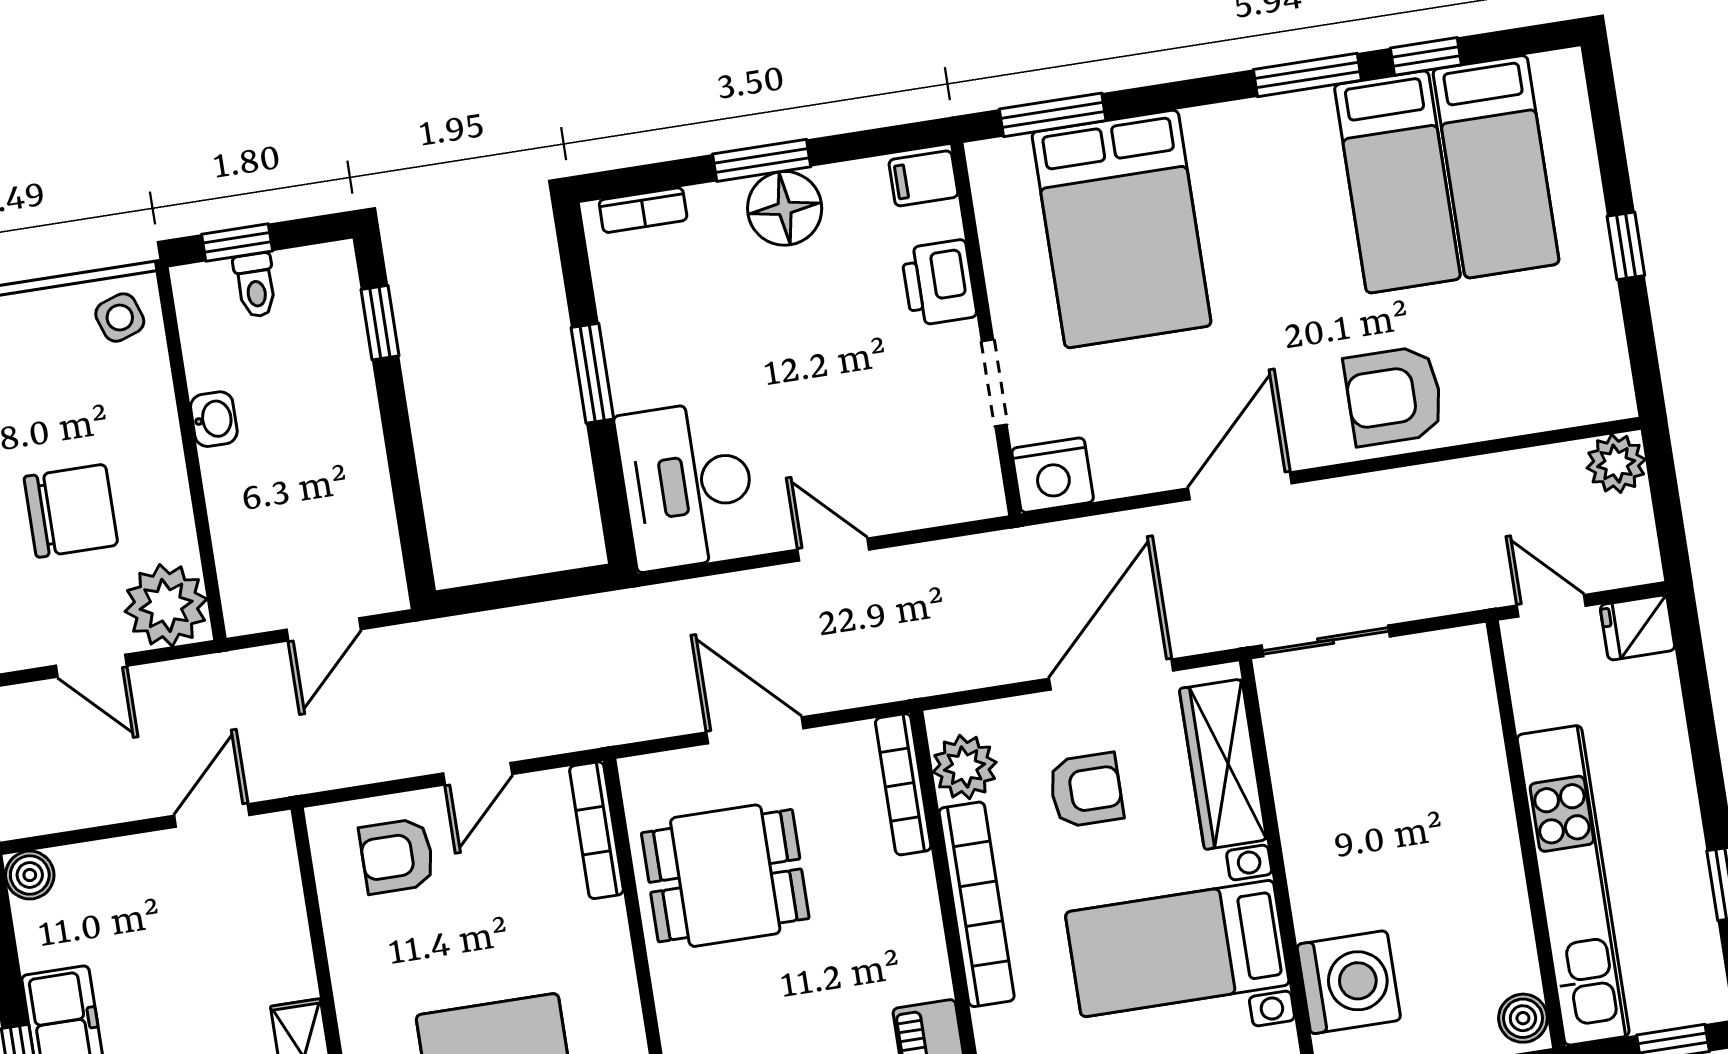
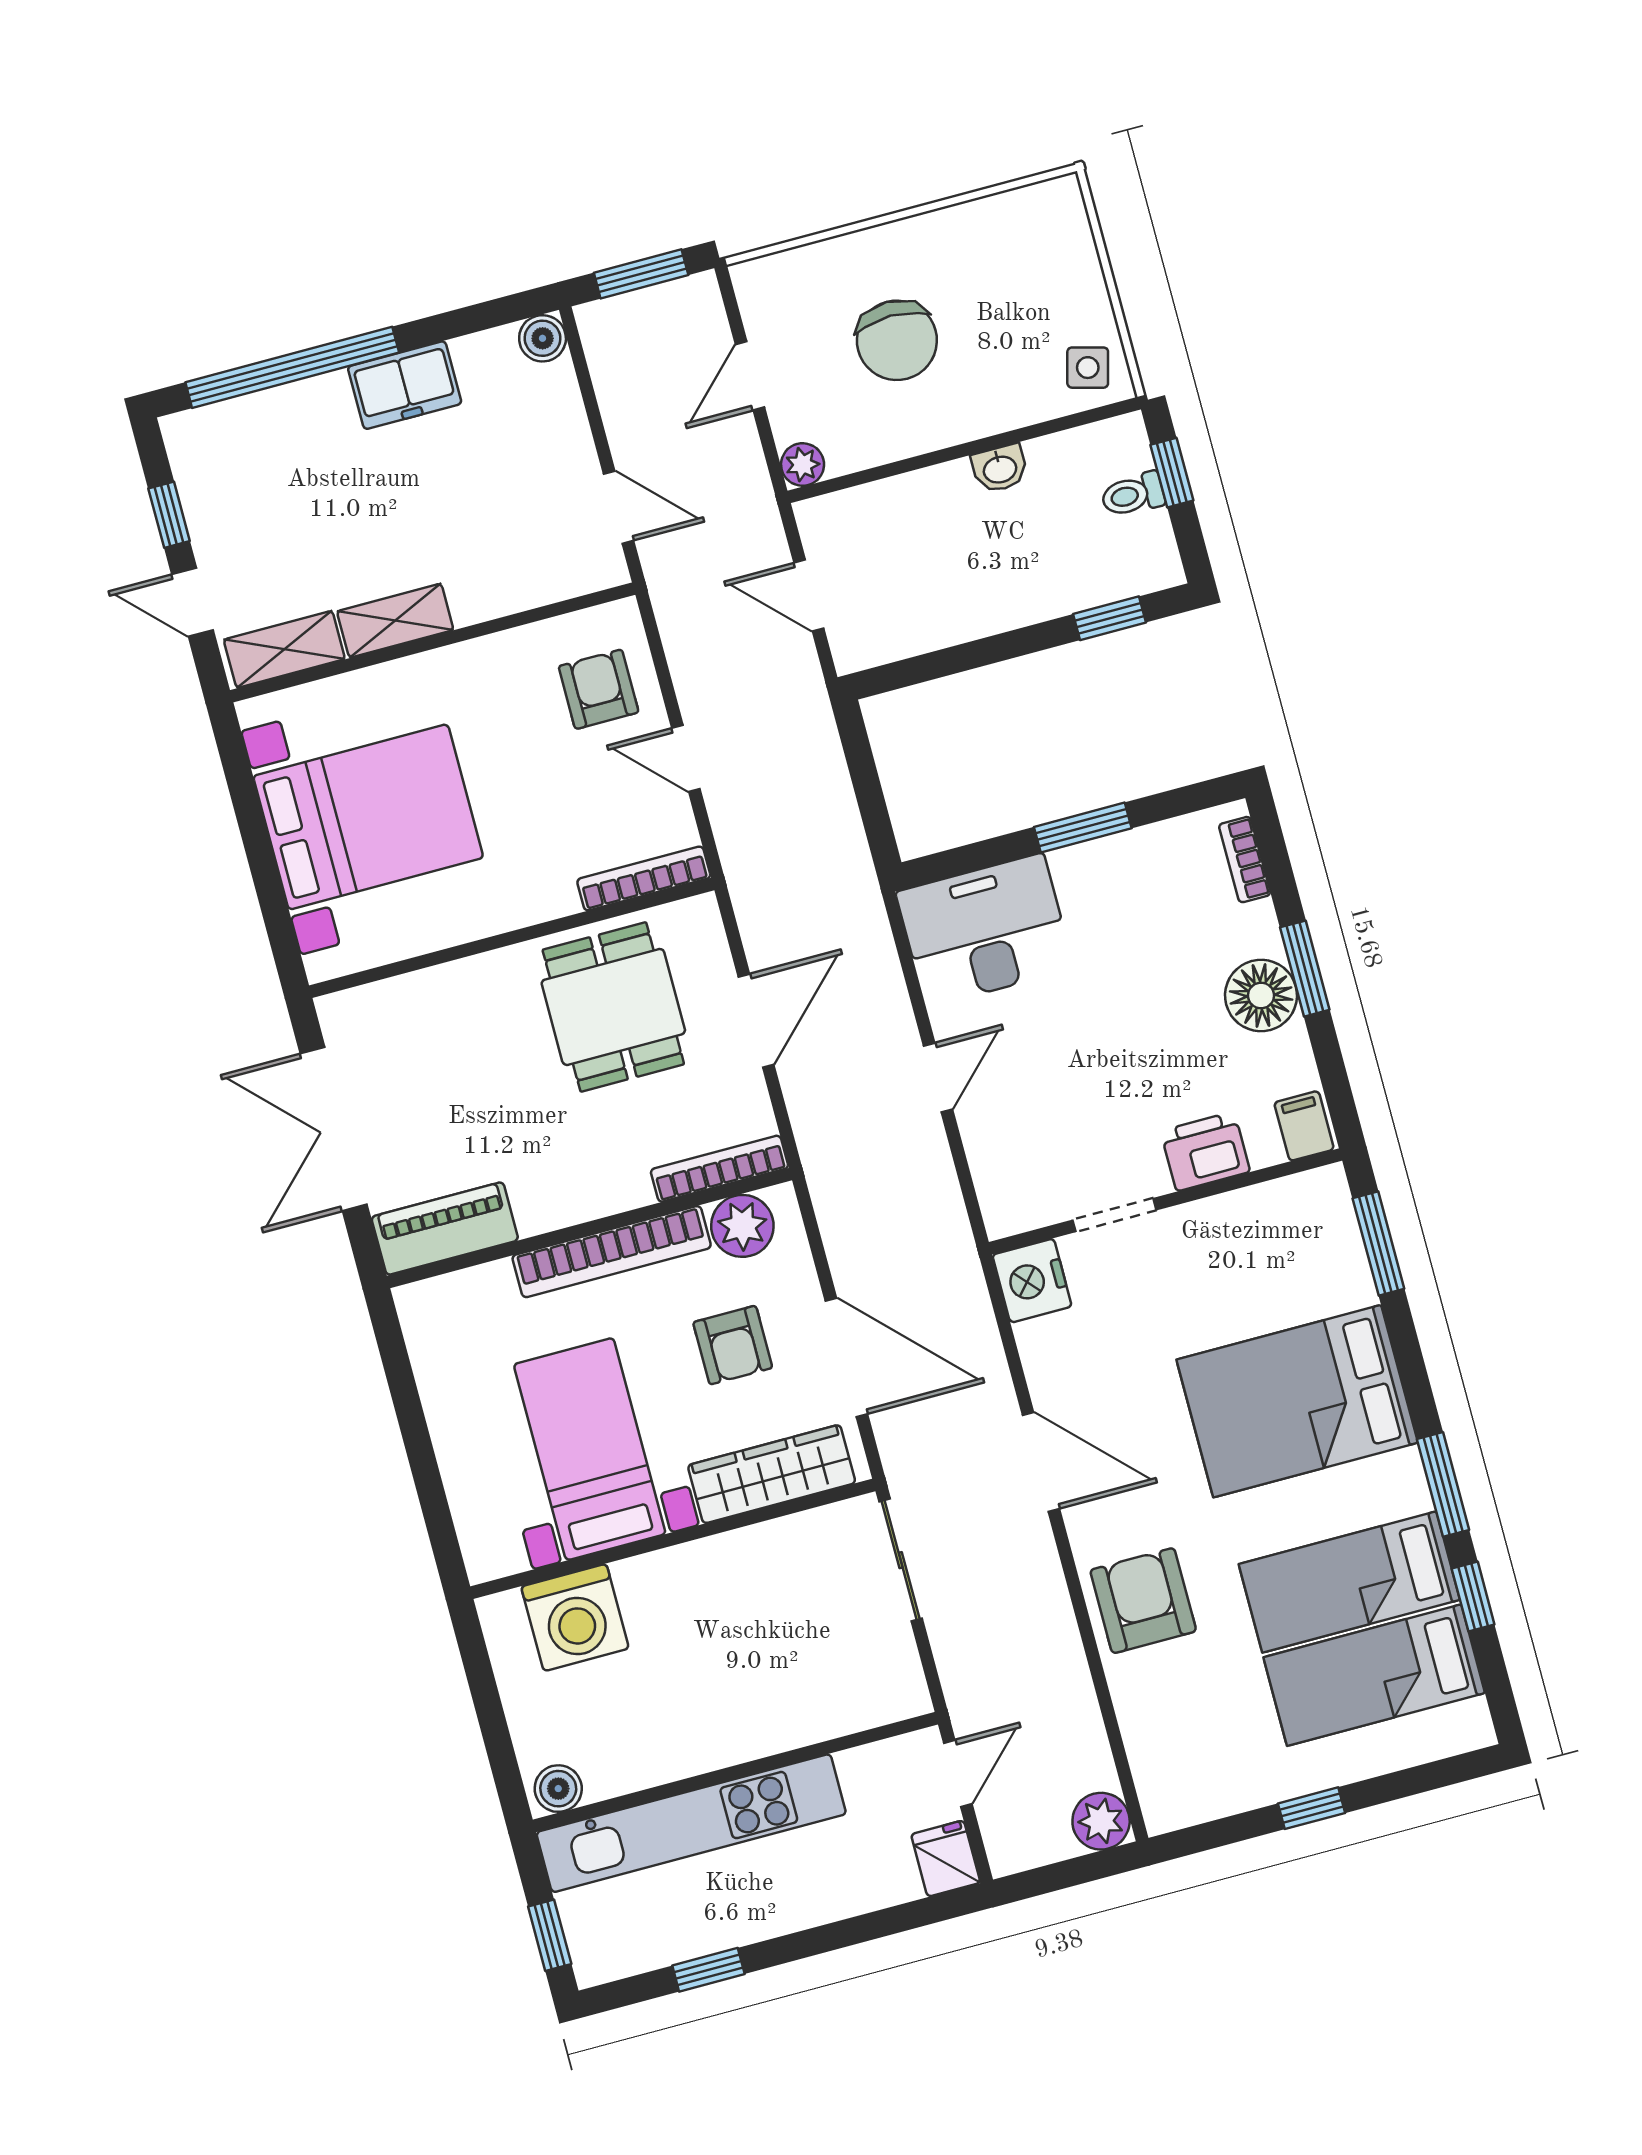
bed: (1122, 229) -> (1297, 1401), moved
side table: (120, 318) -> (1088, 368), turned 34
plant: (166, 605) -> (803, 464), width x0.53, depth x0.53

